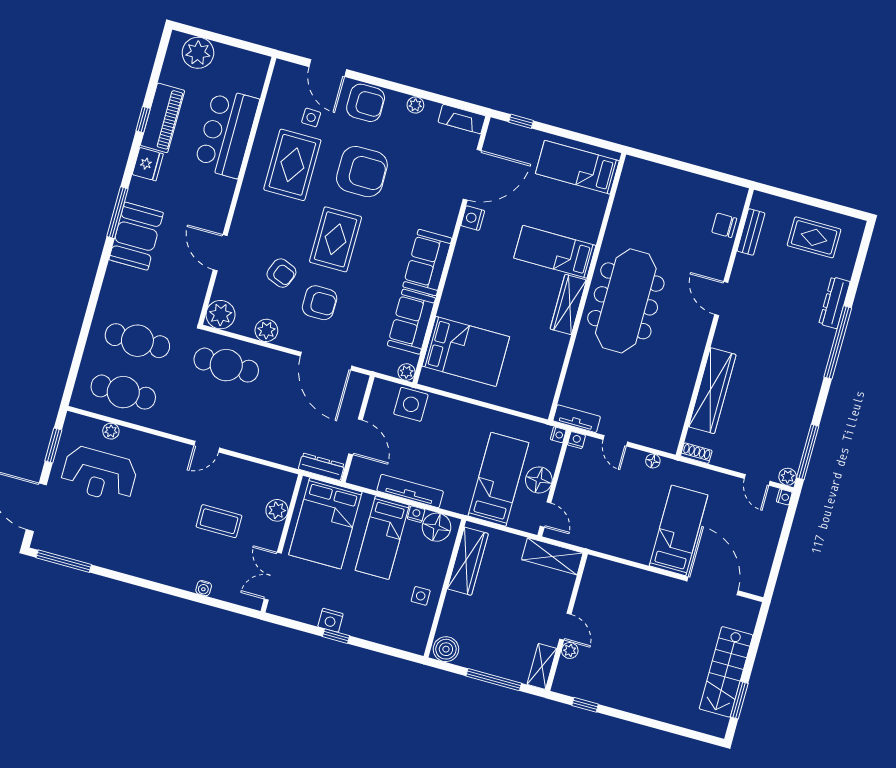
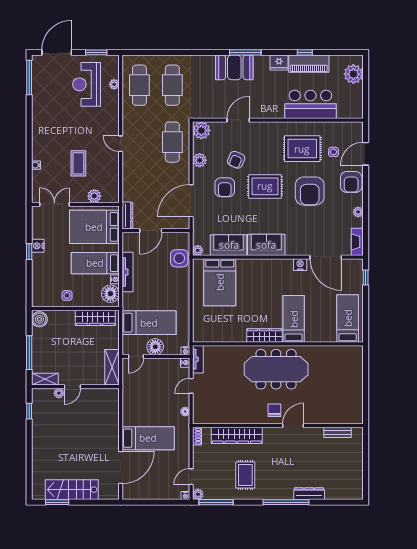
chair: (724, 225) -> (274, 410), moved
rug: (814, 237) -> (245, 475), moved

